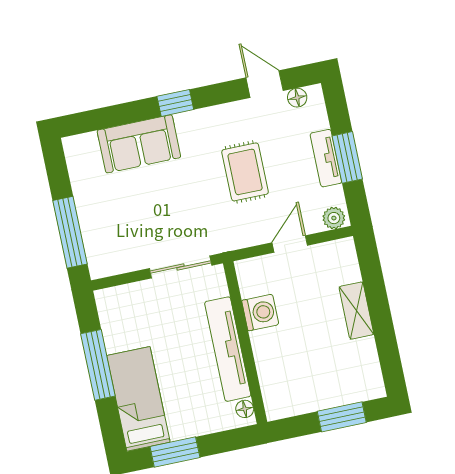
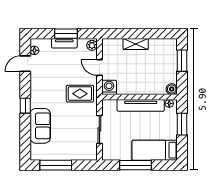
rug: (245, 172) -> (80, 94), moved
window: (70, 232) -> (56, 165), moved
sliding door: (181, 267) -> (99, 129), moved
washing machine: (260, 313) -> (109, 87), moved
boiler: (276, 408) -> (172, 89), added
window: (175, 452) -> (182, 124), moved

